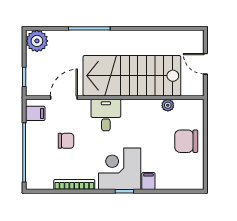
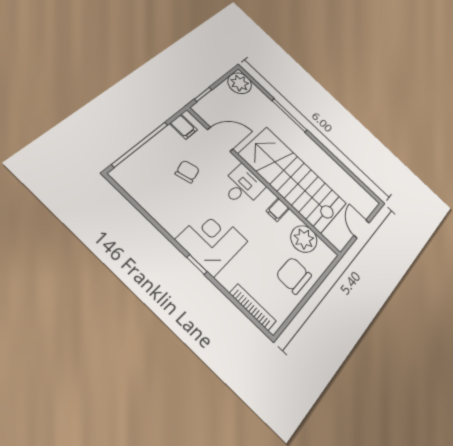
plant: (168, 105) -> (304, 239), width x1.87, depth x1.87
chair: (66, 141) -> (187, 172), turned -106
filing cabinet: (148, 181) -> (278, 210), moved, turned 180
bookcase: (74, 185) -> (253, 307), moved

